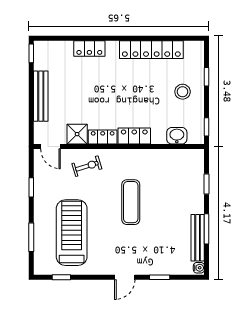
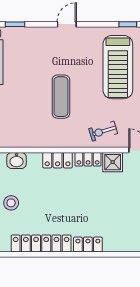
locker: (89, 48) -> (88, 245), moved
window: (160, 277) -> (15, 24), moved

